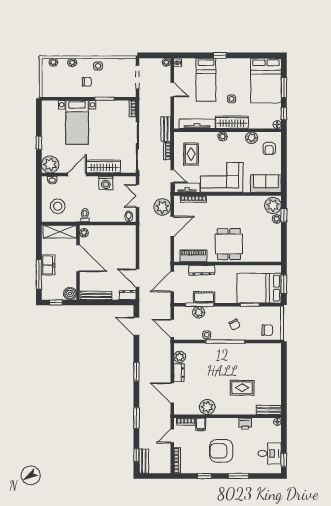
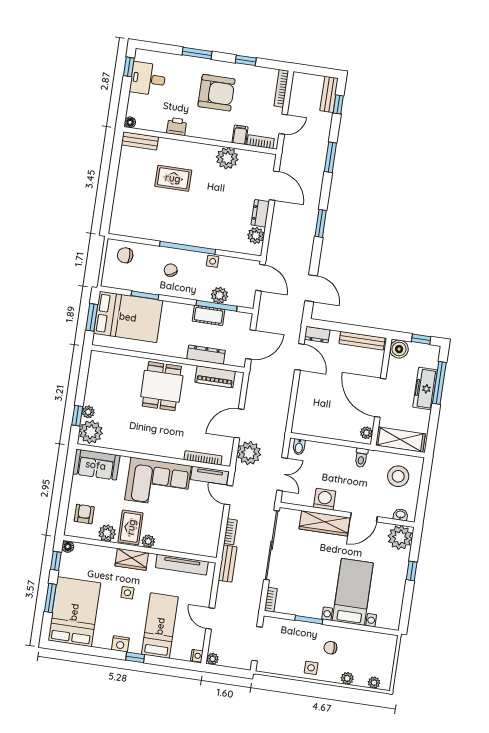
nightstand: (231, 63) -> (120, 644), added
wardrobe: (232, 122) -> (132, 559), width x0.67
rug: (191, 154) -> (131, 527), moved
freezer: (48, 265) -> (425, 389), width x1.40

